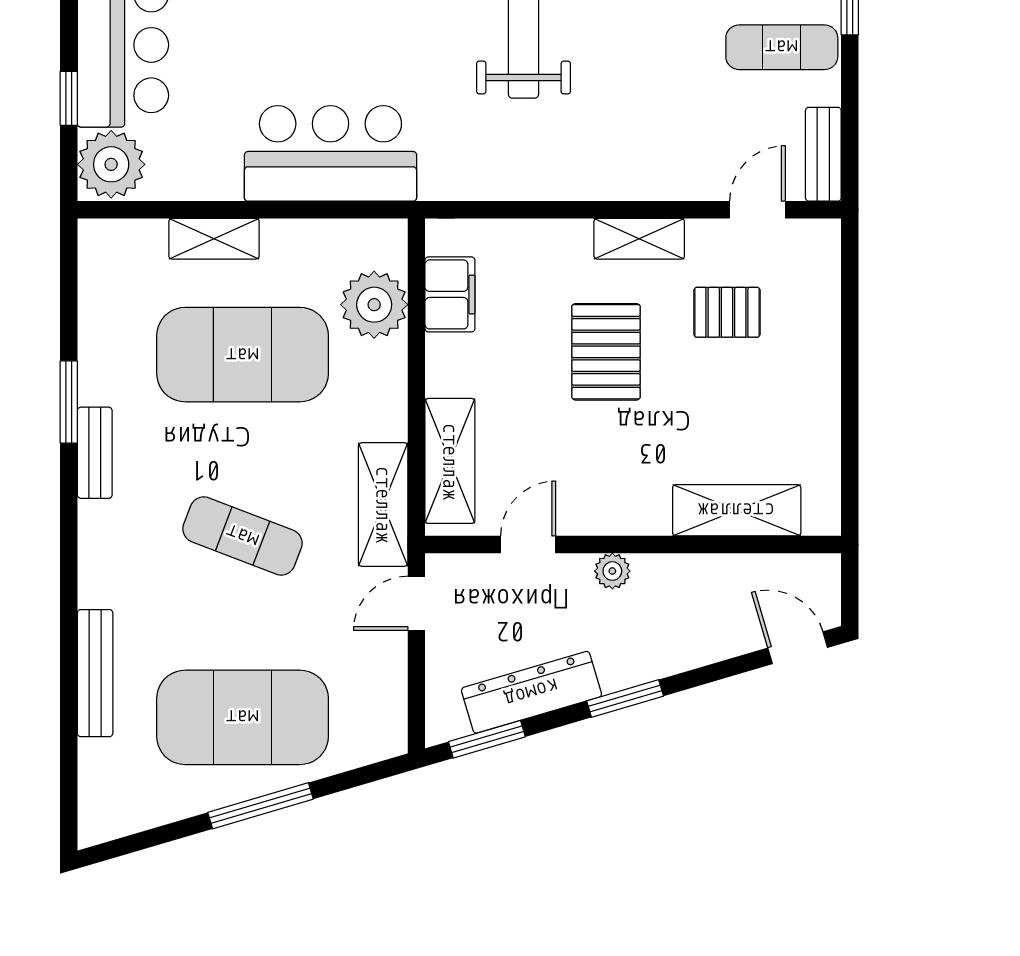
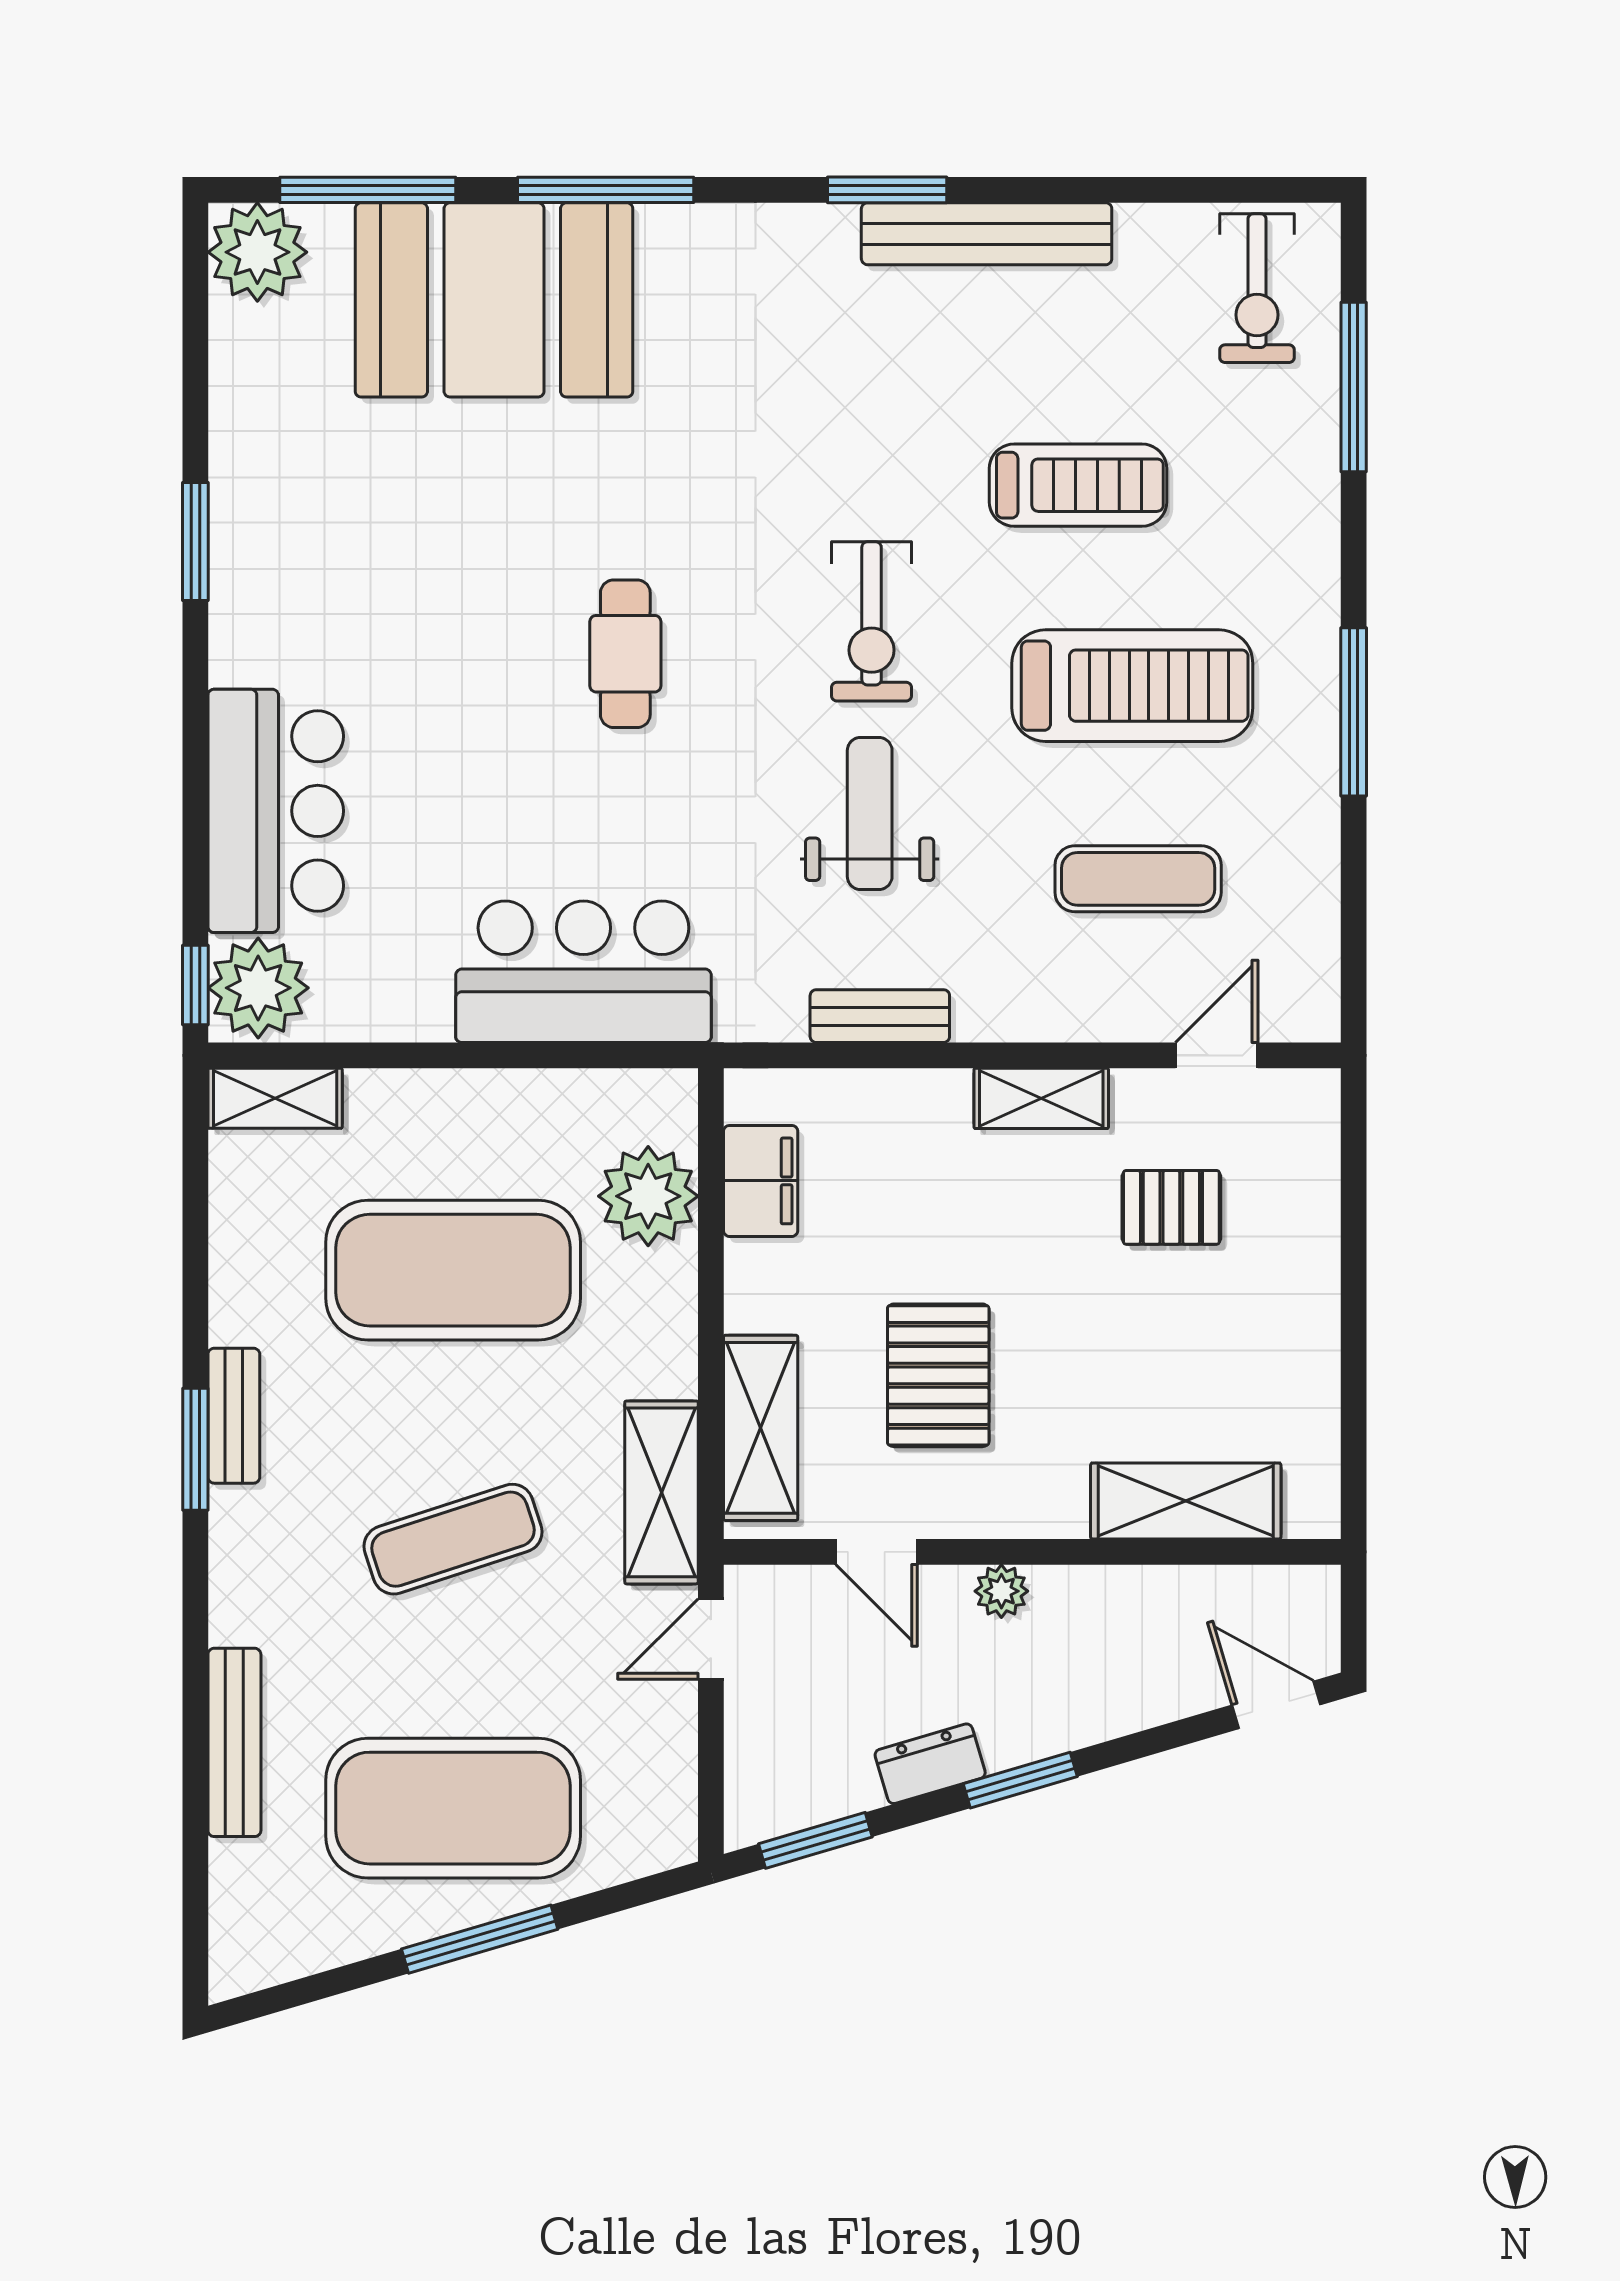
exercise mat: (782, 47) -> (1138, 879), moved
window: (69, 98) -> (195, 985), moved
bench: (823, 154) -> (880, 1016), moved, turned 90
shelving: (214, 239) -> (275, 1098), moved
pallet: (606, 352) -> (938, 1375), moved
window: (69, 402) -> (195, 1449), moved
exercise mat: (243, 536) -> (453, 1539), turned -39
door: (528, 545) -> (877, 1552), swing flipped
dresser: (532, 692) -> (930, 1764), width x0.51, depth x0.80

